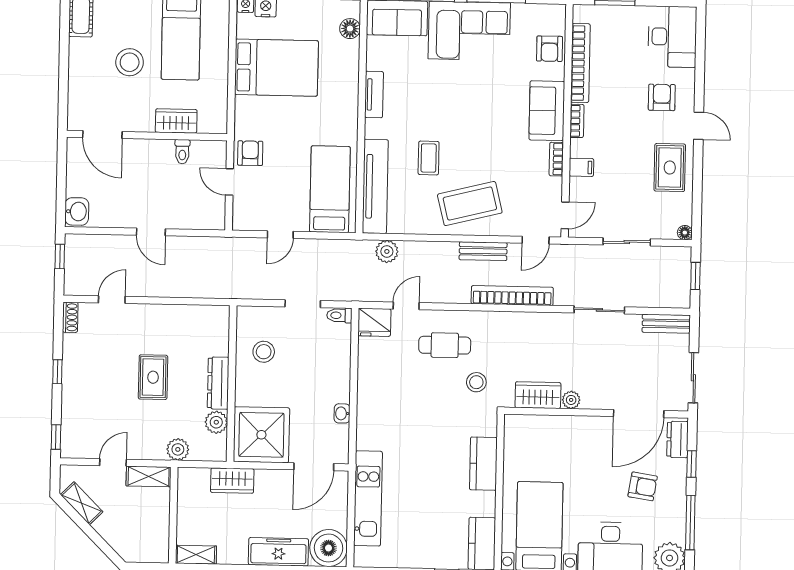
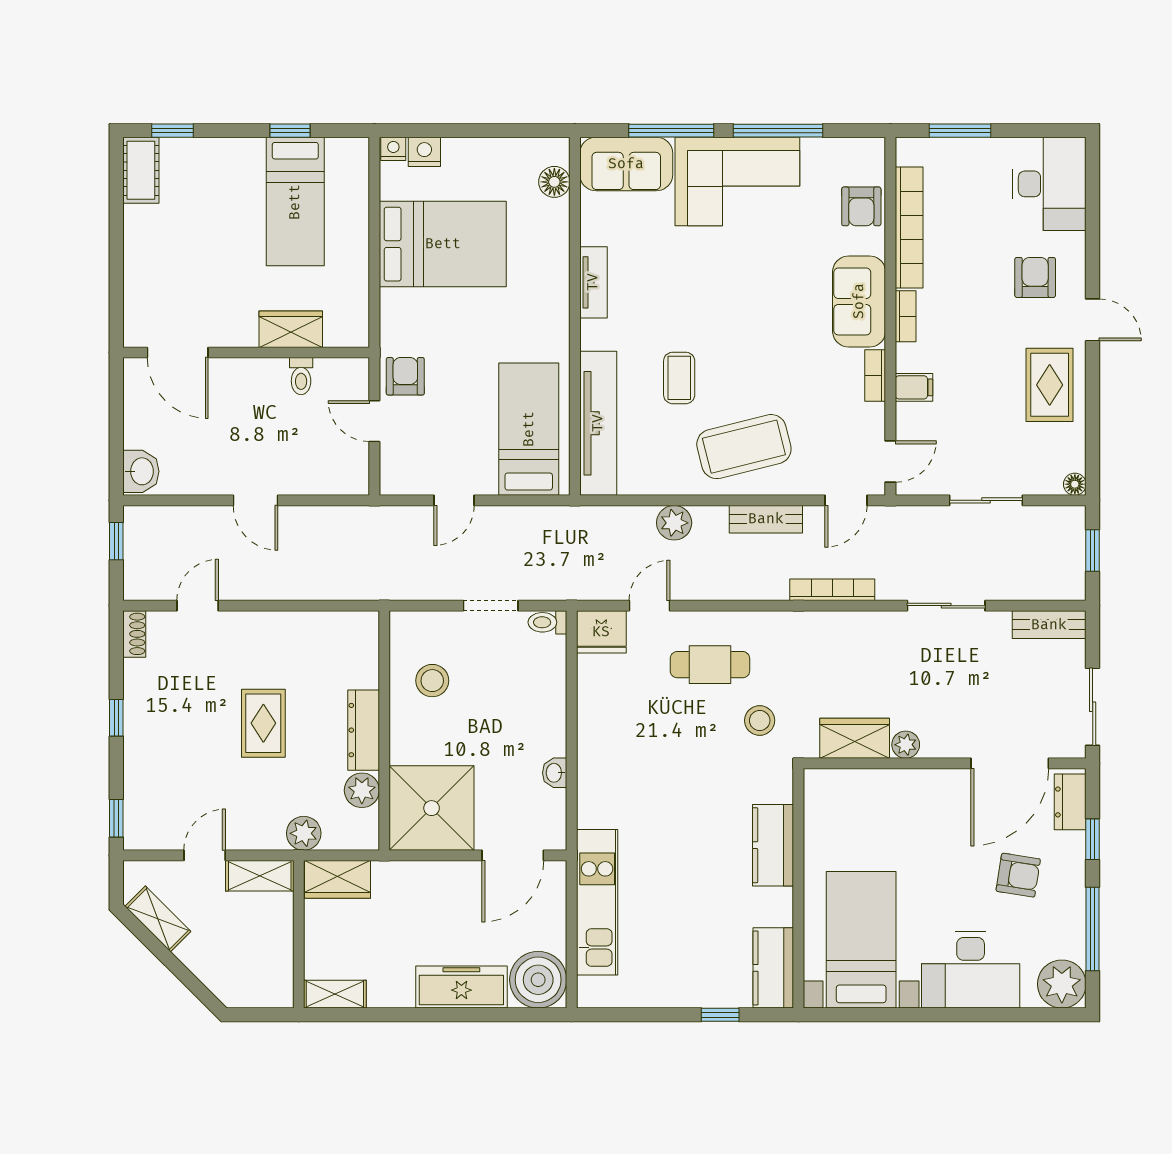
stool: (130, 62) -> (217, 241), removed
plant: (387, 251) -> (674, 523), moved
bookcase: (512, 296) -> (832, 590), width x0.68, depth x0.76
wardrobe: (232, 481) -> (338, 879), moved

